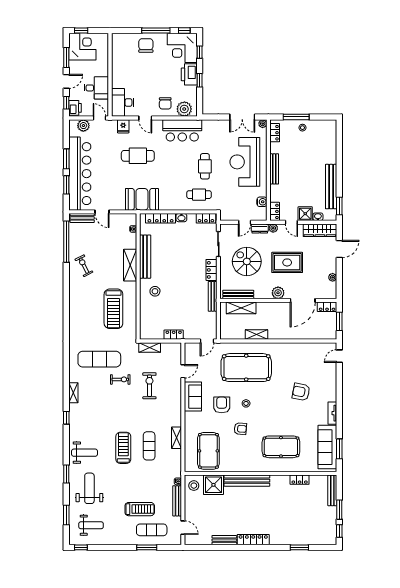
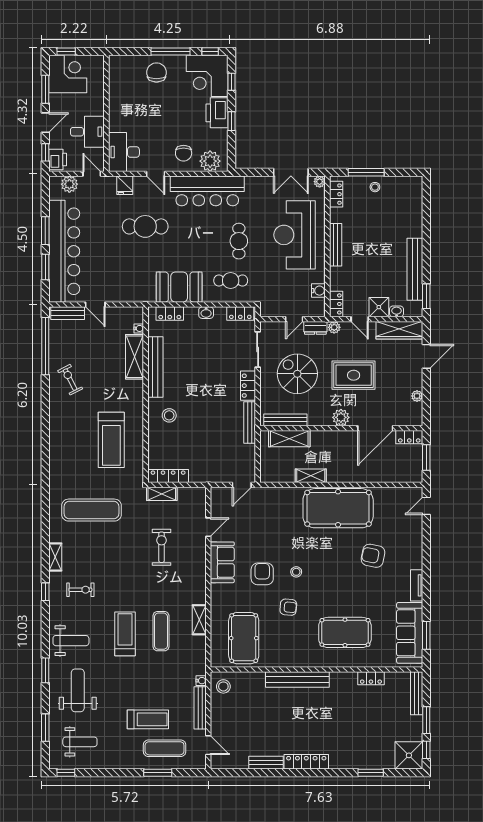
bar counter: (182, 130) -> (207, 191), width x1.36
booth: (142, 199) -> (179, 287), moved
locker: (161, 218) -> (170, 314), width x0.66
shelving: (130, 265) -> (135, 357), moved
locker: (174, 335) -> (168, 476), moved, width x1.53
pool table: (246, 368) -> (338, 508), moved
exercise bike: (120, 379) -> (80, 590), moved
shower: (213, 485) -> (409, 755), moved

